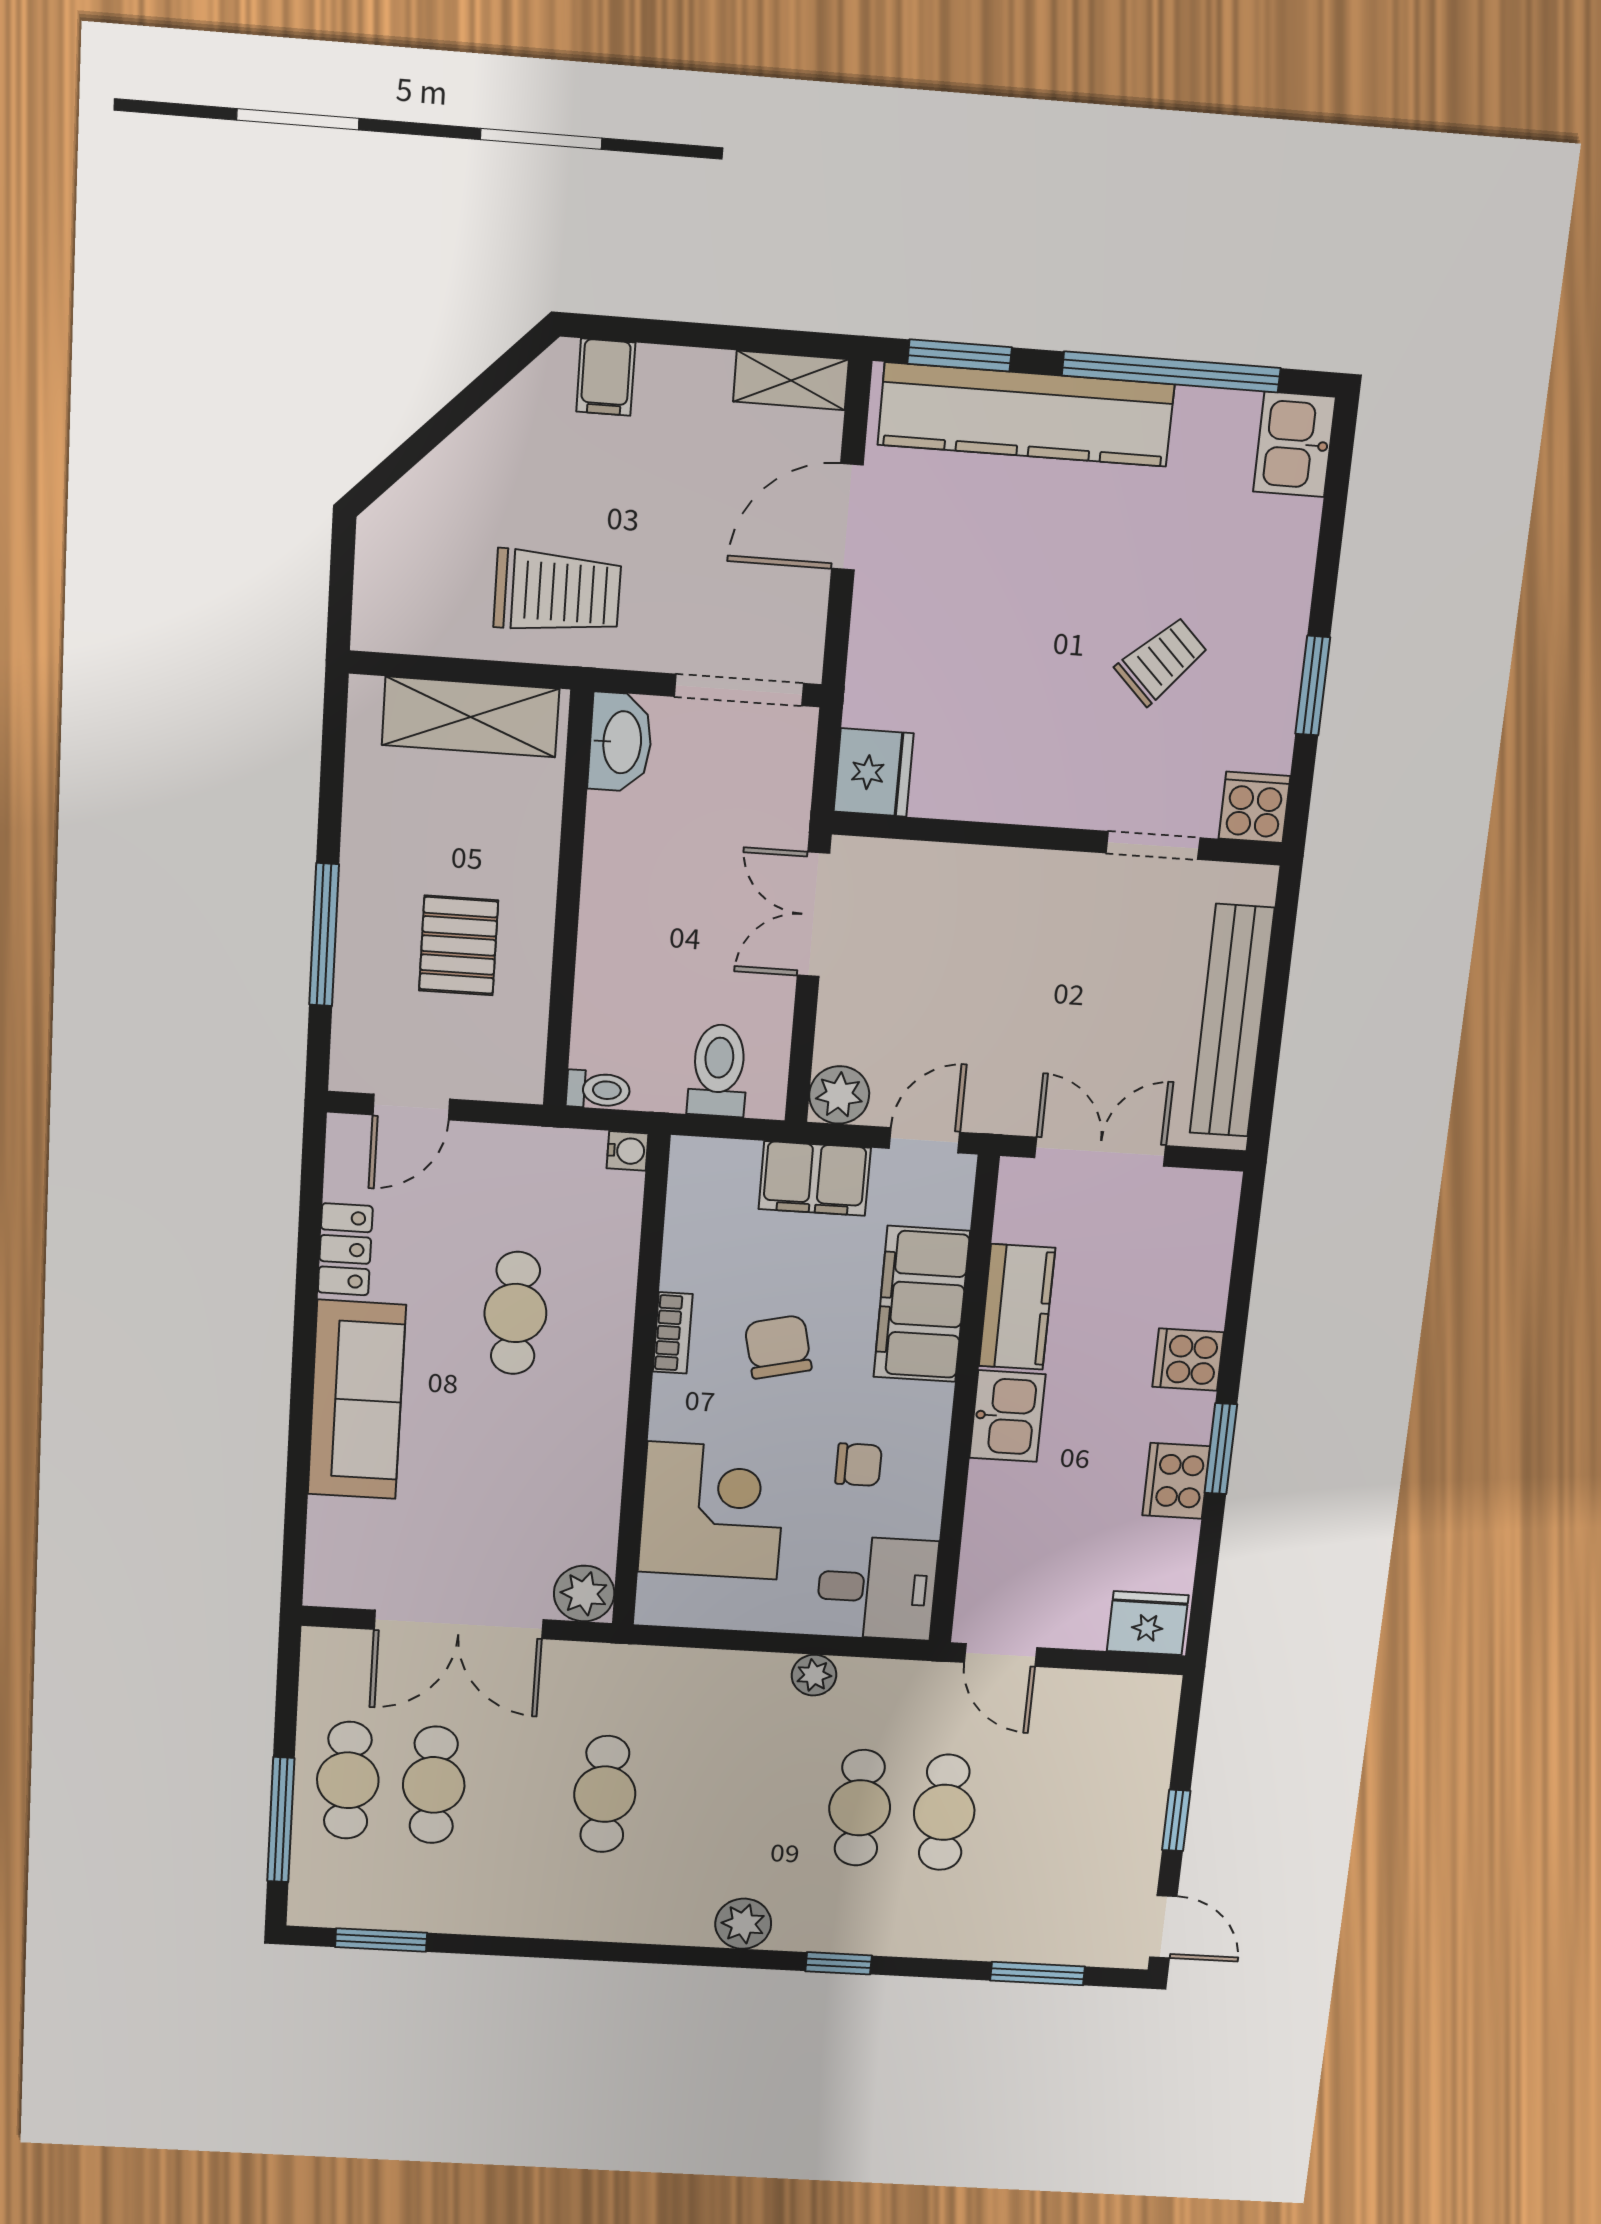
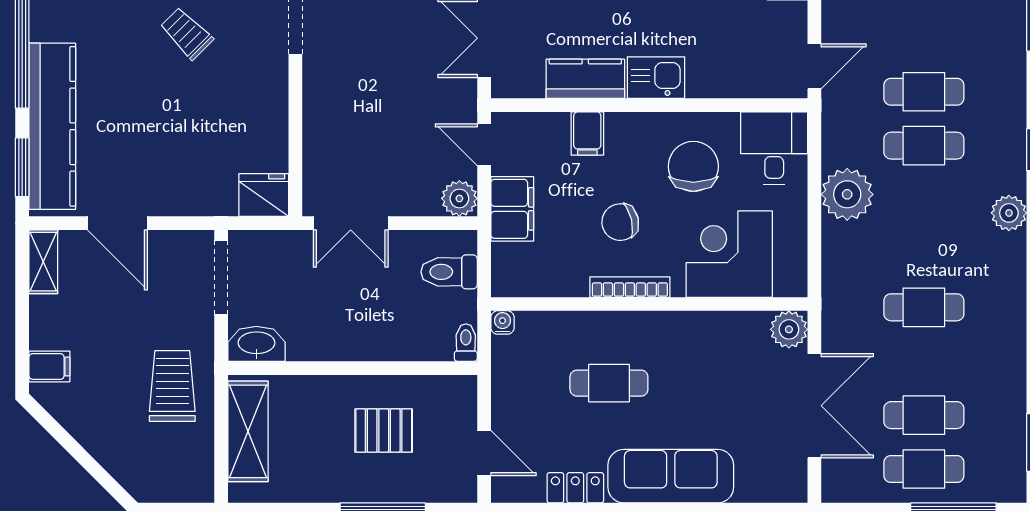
filing cabinet: (922, 1304) -> (587, 133), width x0.33, depth x0.86
bookcase: (673, 1333) -> (630, 287), width x1.56
chair: (859, 1465) -> (693, 166), width x1.87, depth x1.87
plant: (814, 1675) -> (847, 194), width x1.88, depth x1.88

